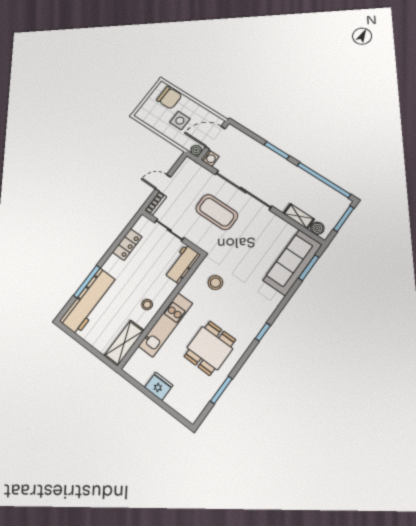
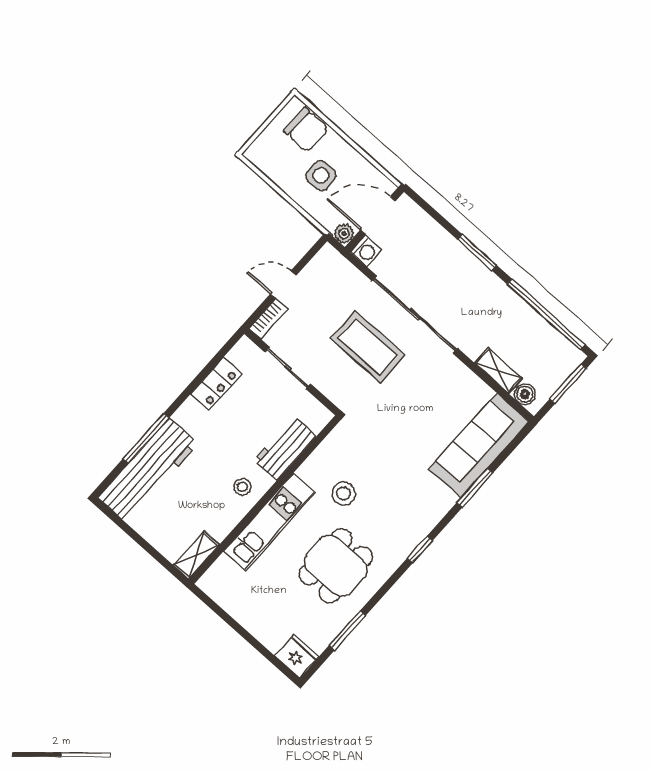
workbench: (182, 264) -> (285, 448), moved
window: (309, 268) -> (475, 488), moved
stool: (215, 283) -> (344, 493), moved
shelving: (124, 343) -> (196, 555), width x0.67, depth x0.75
fridge: (159, 386) -> (297, 656), moved

